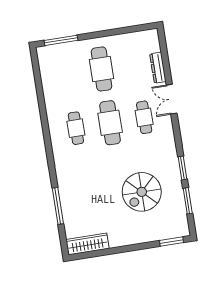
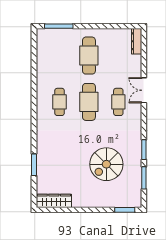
dresser: (158, 68) -> (137, 41), moved
window: (58, 206) -> (34, 165), width x0.69

